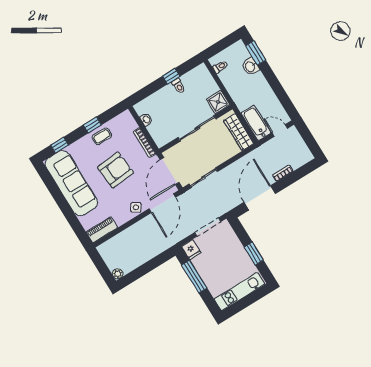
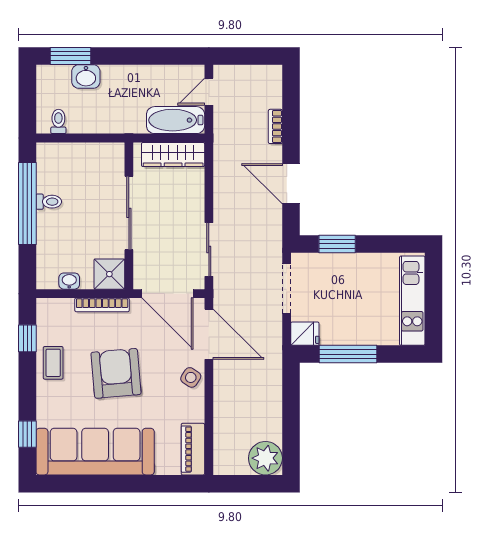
window: (171, 76) -> (27, 203), width x3.17
shower: (218, 102) -> (109, 274), moved
window: (92, 125) -> (27, 338), moved
door: (260, 198) -> (291, 184), width x0.73
window: (254, 254) -> (337, 244), moved
plant: (118, 274) -> (265, 458), width x1.88, depth x1.88

